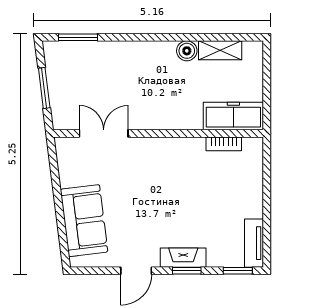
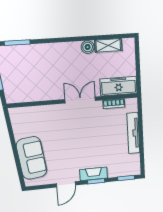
double door: (104, 133) -> (80, 100), moved
tv unit: (254, 243) -> (133, 133), moved, width x1.41

